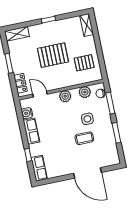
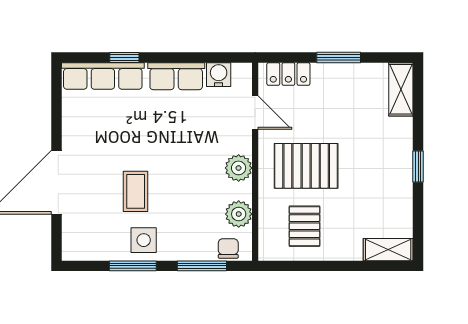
pallet: (53, 55) -> (306, 166), moved, turned 90
door: (40, 94) -> (255, 113), hinge flipped
side table: (87, 119) -> (144, 240), moved
row of seats: (39, 168) -> (103, 76), width x1.48

